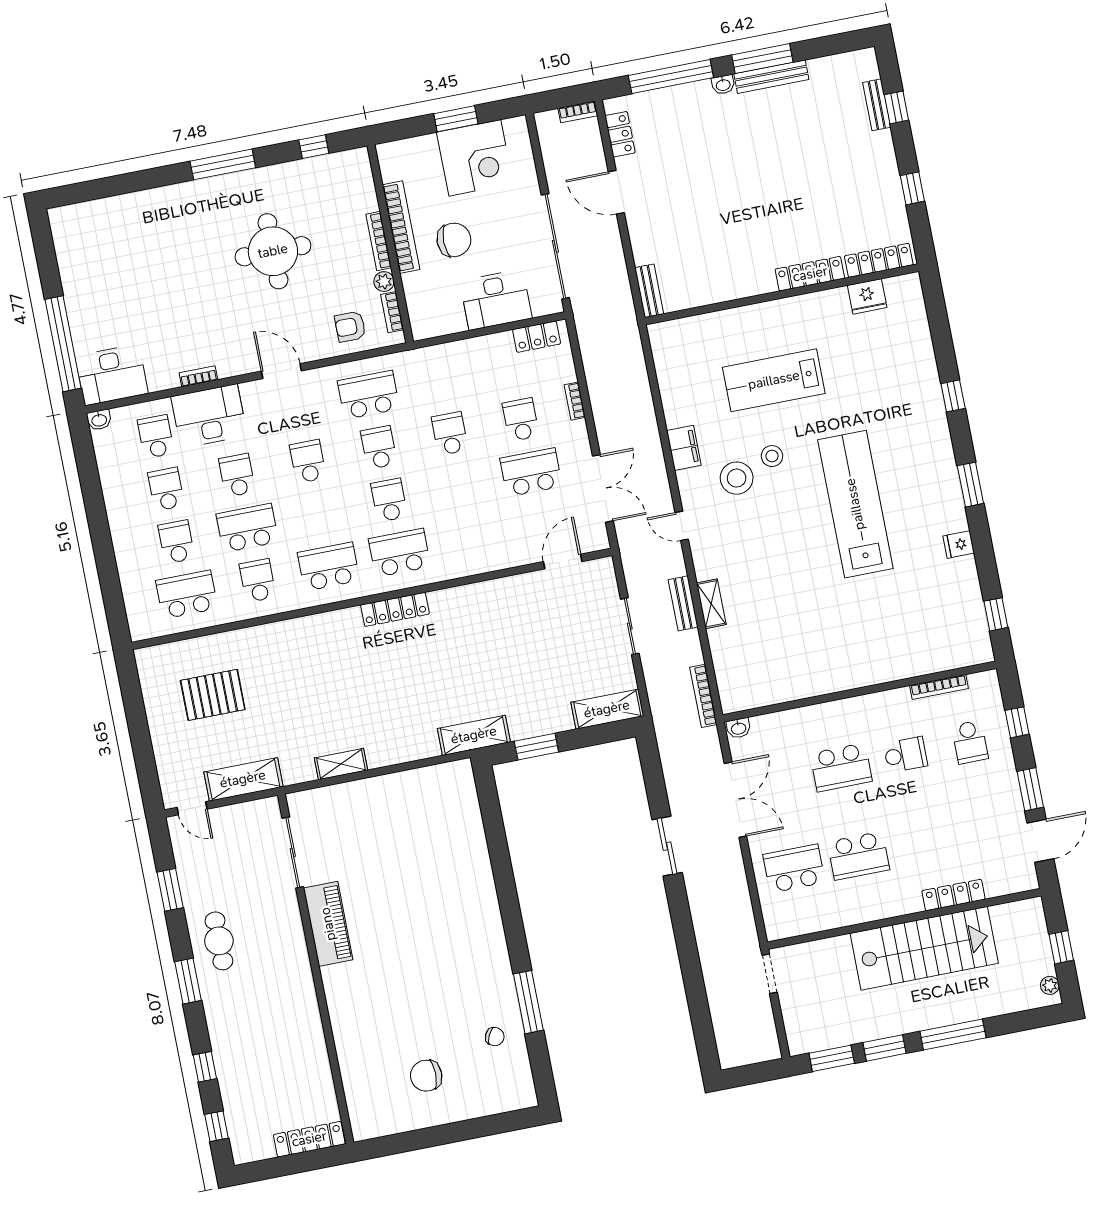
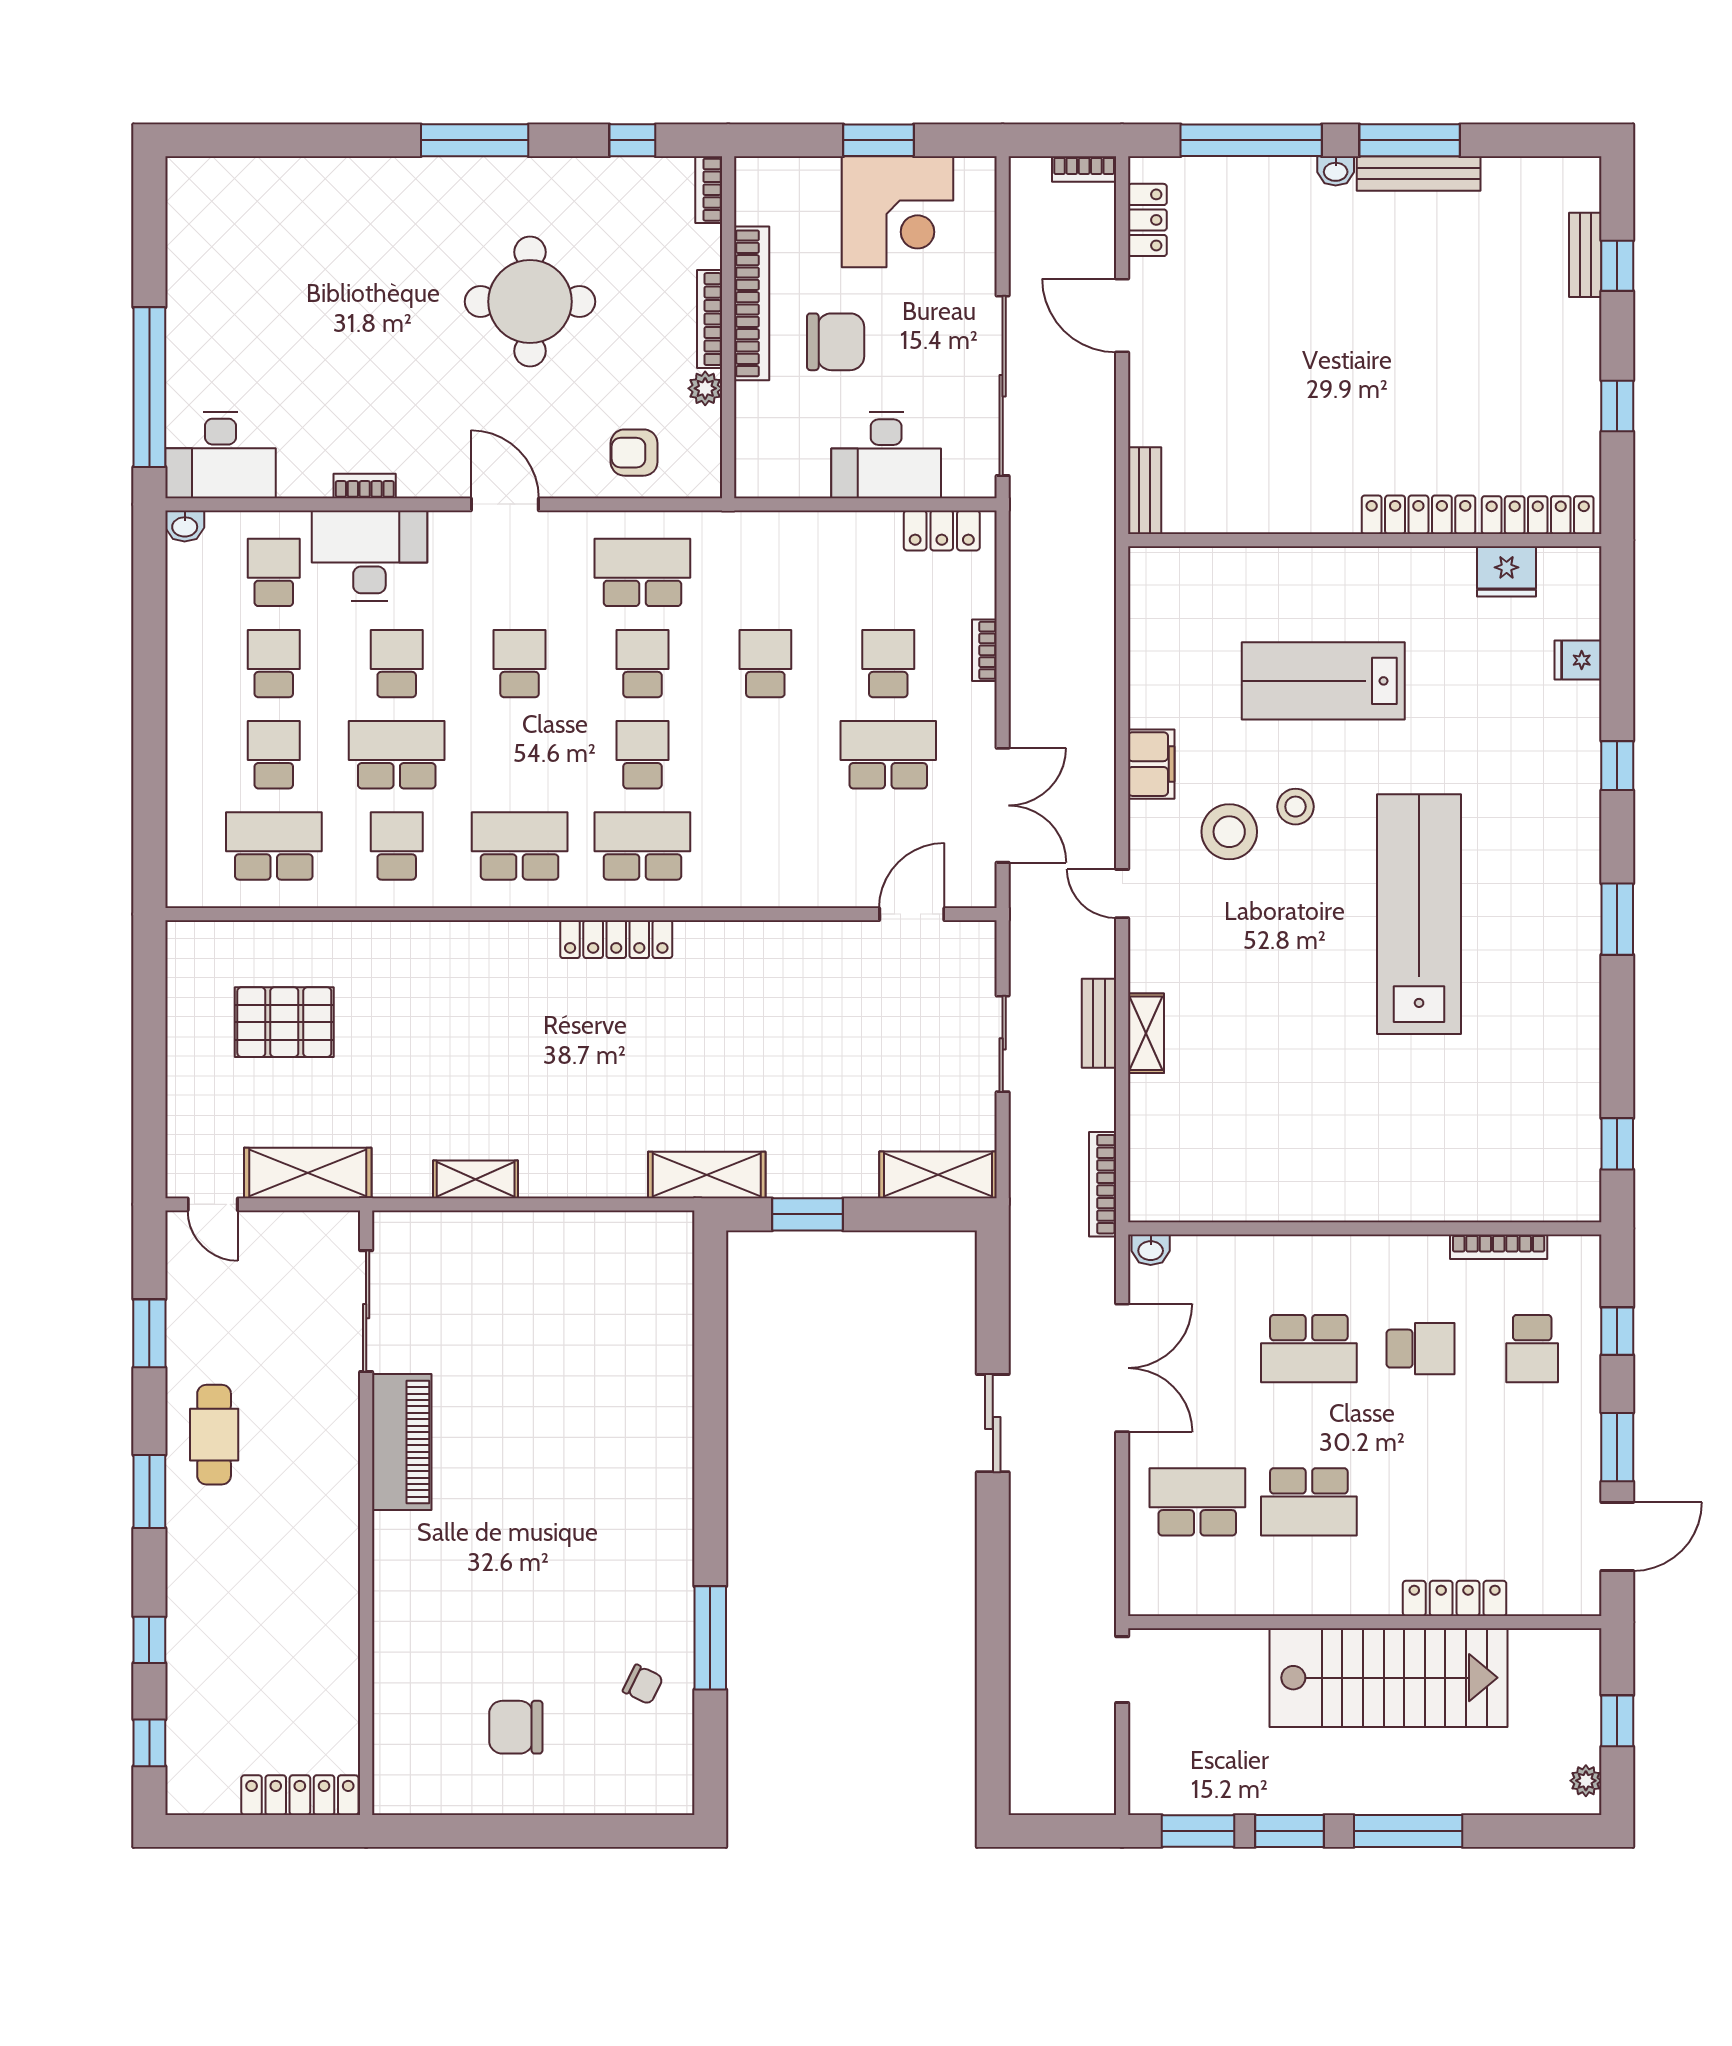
bookcase: (392, 312) -> (709, 190), moved
fridge: (959, 545) -> (1578, 660), moved

